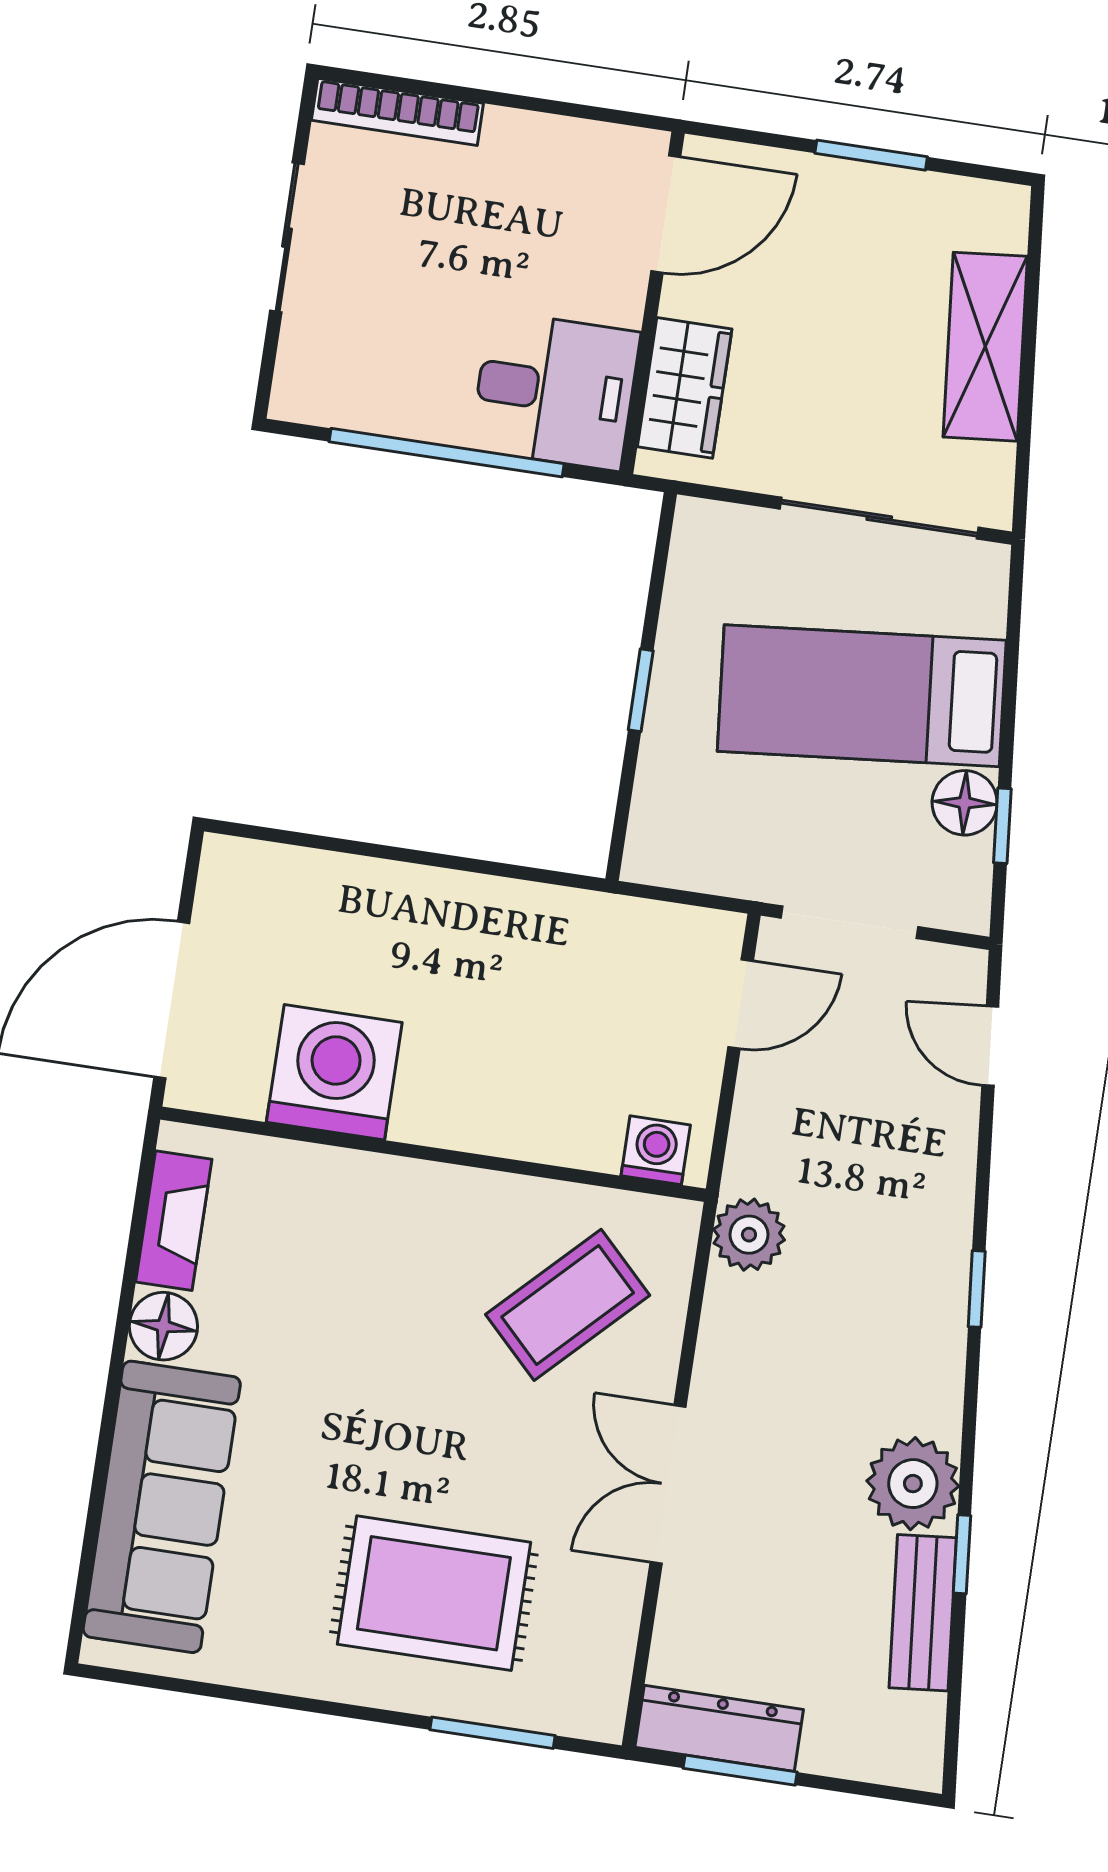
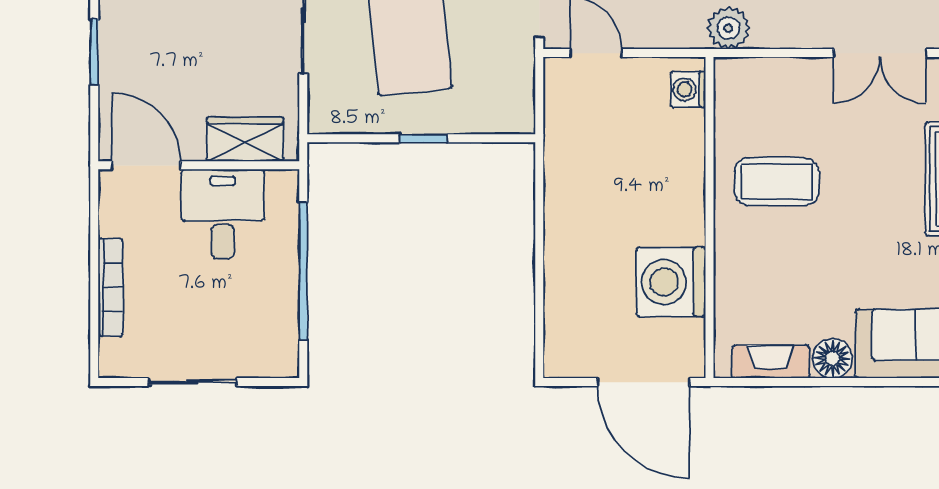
bookcase: (397, 112) -> (111, 287), moved
desk: (555, 391) -> (223, 214), moved
coffee table: (568, 1305) -> (777, 182), moved, turned -45

